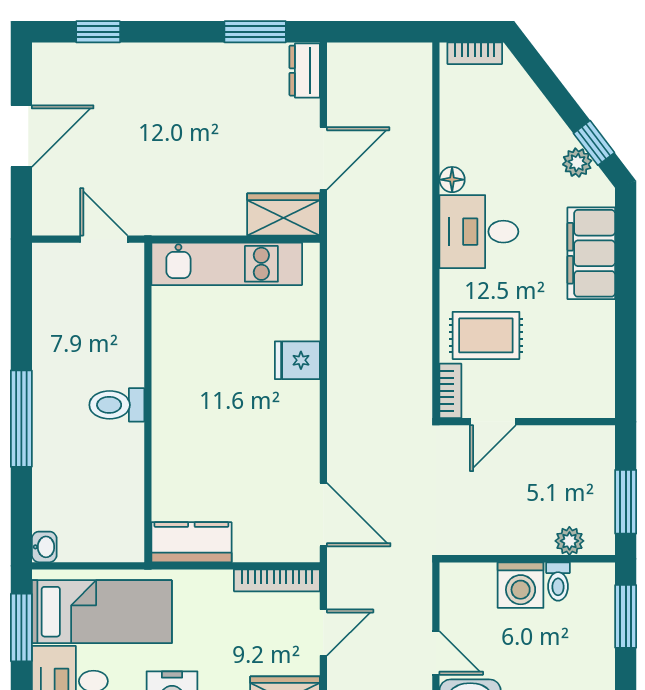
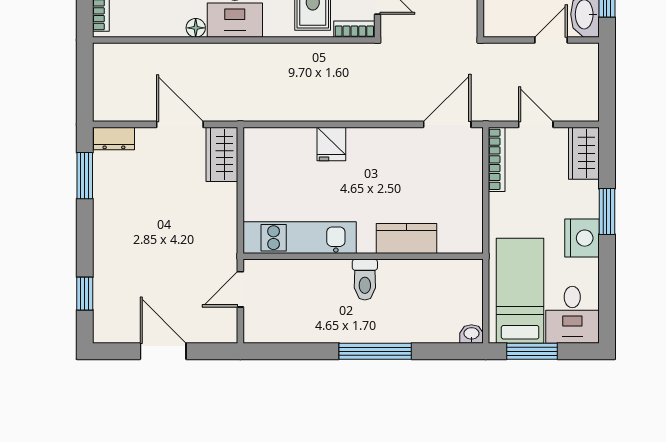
kitchen unit: (227, 264) -> (300, 238), moved, turned -90
kitchen counter: (191, 542) -> (407, 239), moved, turned 90

